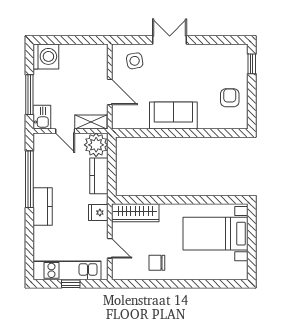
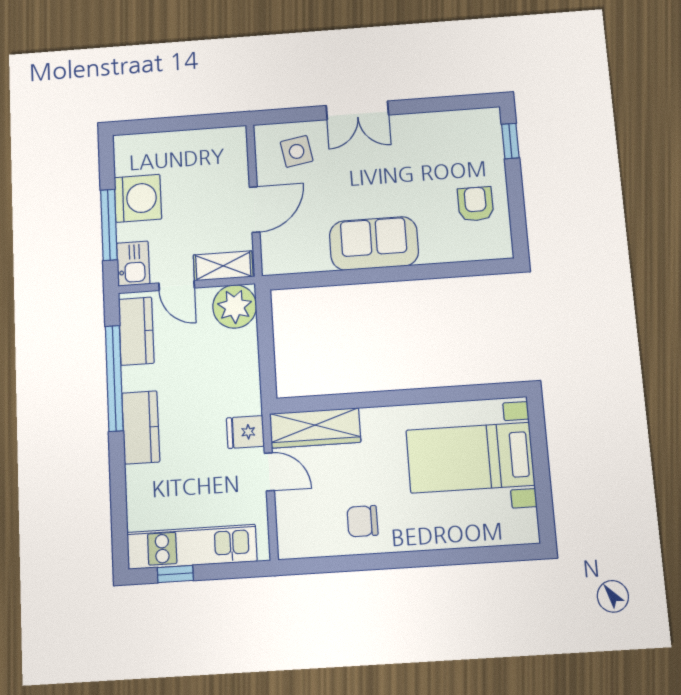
double door: (170, 40) -> (357, 110), swing flipped
washing machine: (46, 56) -> (138, 198), moved
door: (110, 92) -> (255, 210), hinge flipped
kitchen counter: (99, 176) -> (136, 331), moved, turned 180
door: (110, 248) -> (269, 472), moved
window: (71, 284) -> (175, 574), moved

